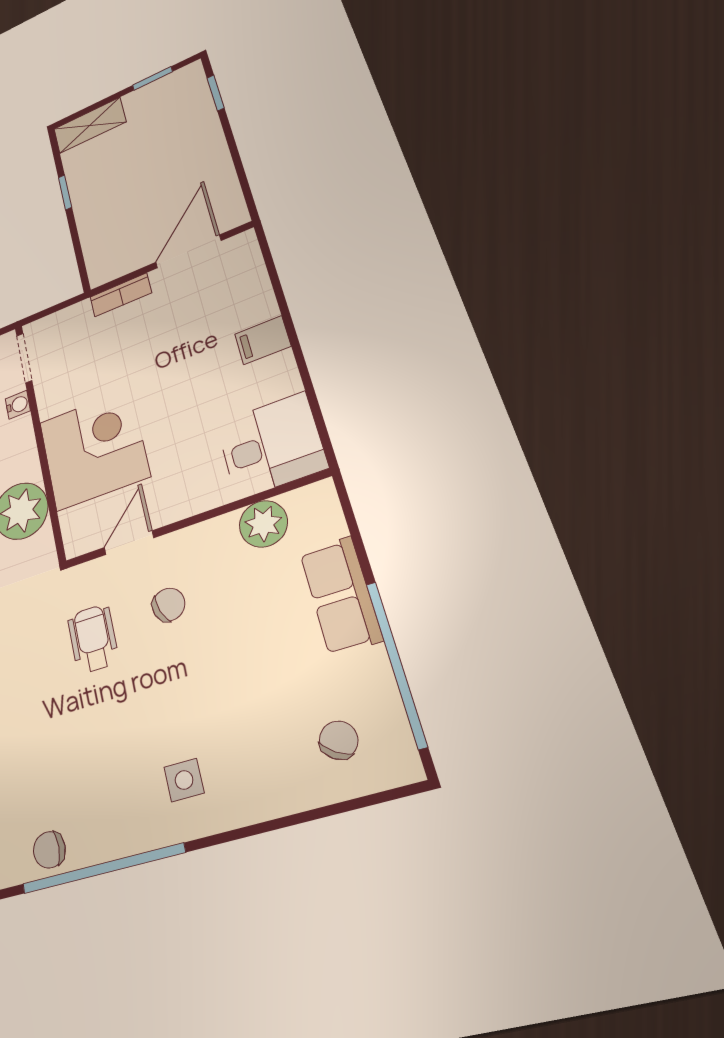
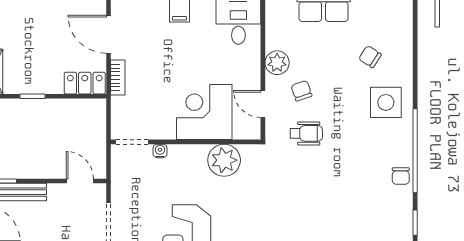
locker: (101, 252) -> (85, 83), added
plant: (263, 524) -> (277, 63), moved
wheelchair: (93, 639) -> (306, 133), turned 180
chair: (339, 740) -> (370, 57), moved
side table: (184, 780) -> (386, 102), width x1.87, depth x1.87

